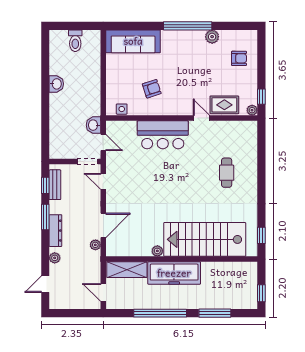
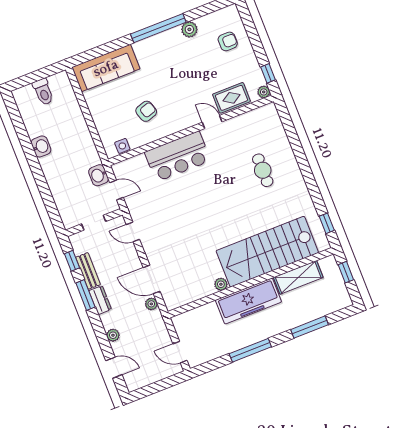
doorway: (88, 162) -> (94, 223), moved
bench: (55, 185) -> (88, 271), moved
door: (103, 225) -> (152, 279), swing flipped
dresser: (55, 231) -> (100, 300), width x0.70
shelving: (127, 270) -> (298, 277), moved
door: (45, 284) -> (114, 368), swing flipped
window: (261, 293) -> (346, 272), moved
window: (160, 313) -> (250, 350), width x0.68

